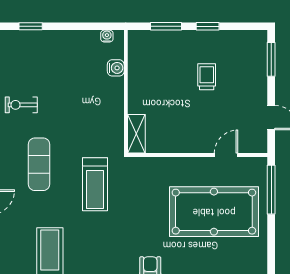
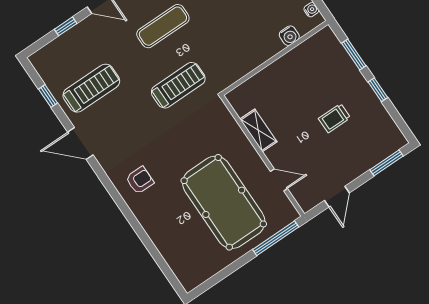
trolley: (207, 77) -> (334, 118), turned 180
shelving: (136, 134) -> (258, 130), moved, turned 90
treadmill: (95, 184) -> (178, 85), turned 180

